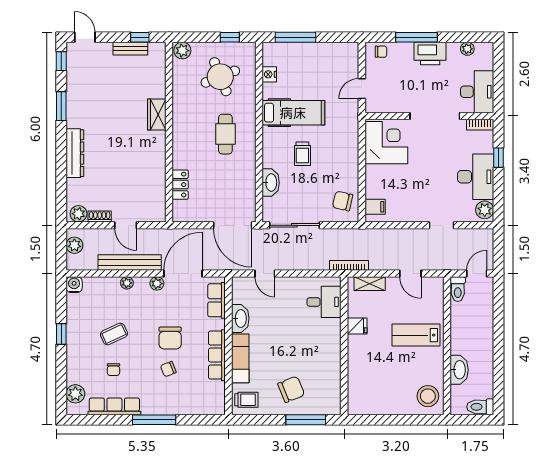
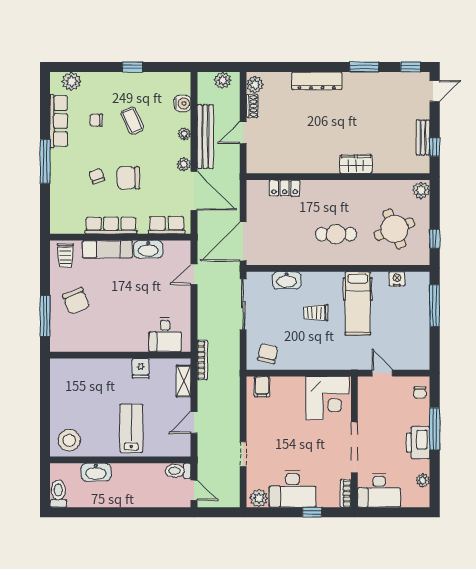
water cooler: (74, 285) -> (183, 103), moved

